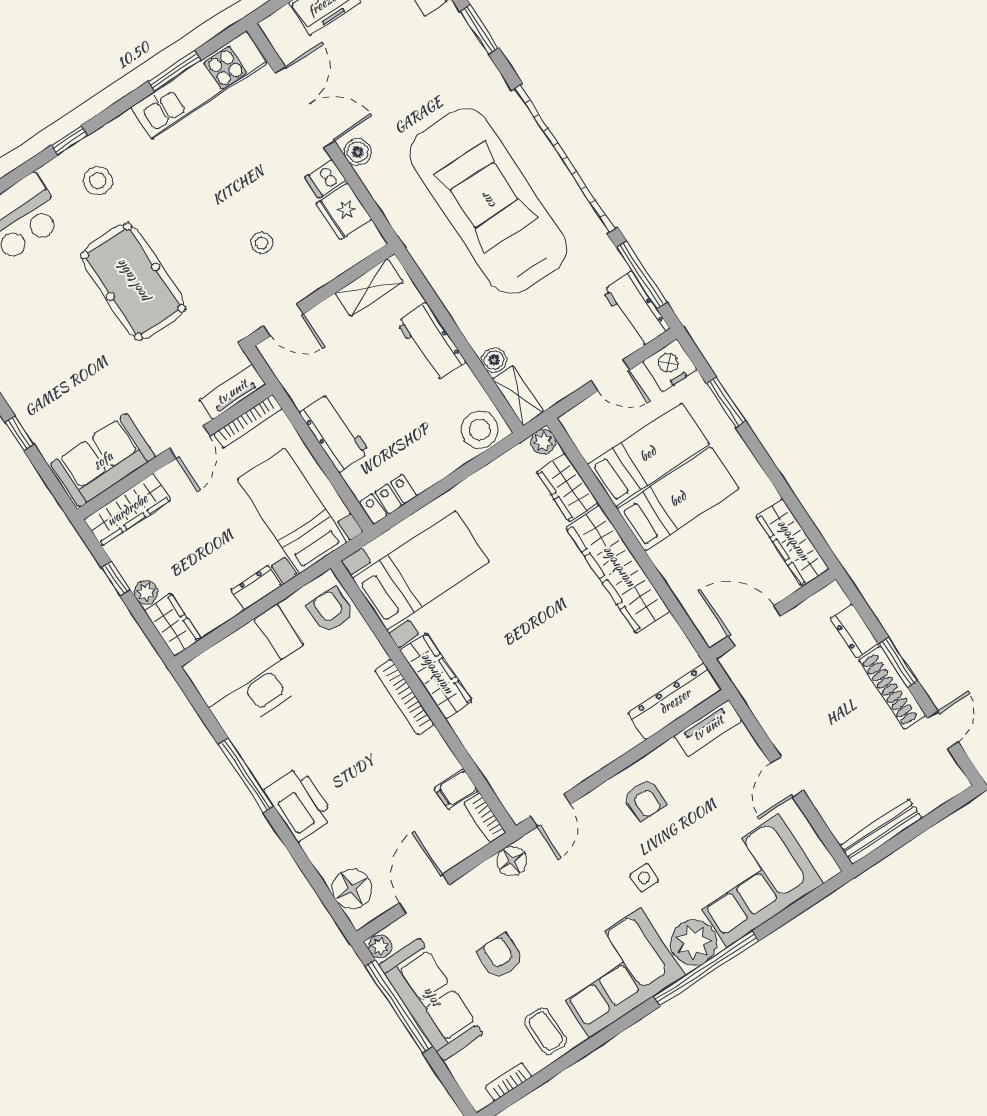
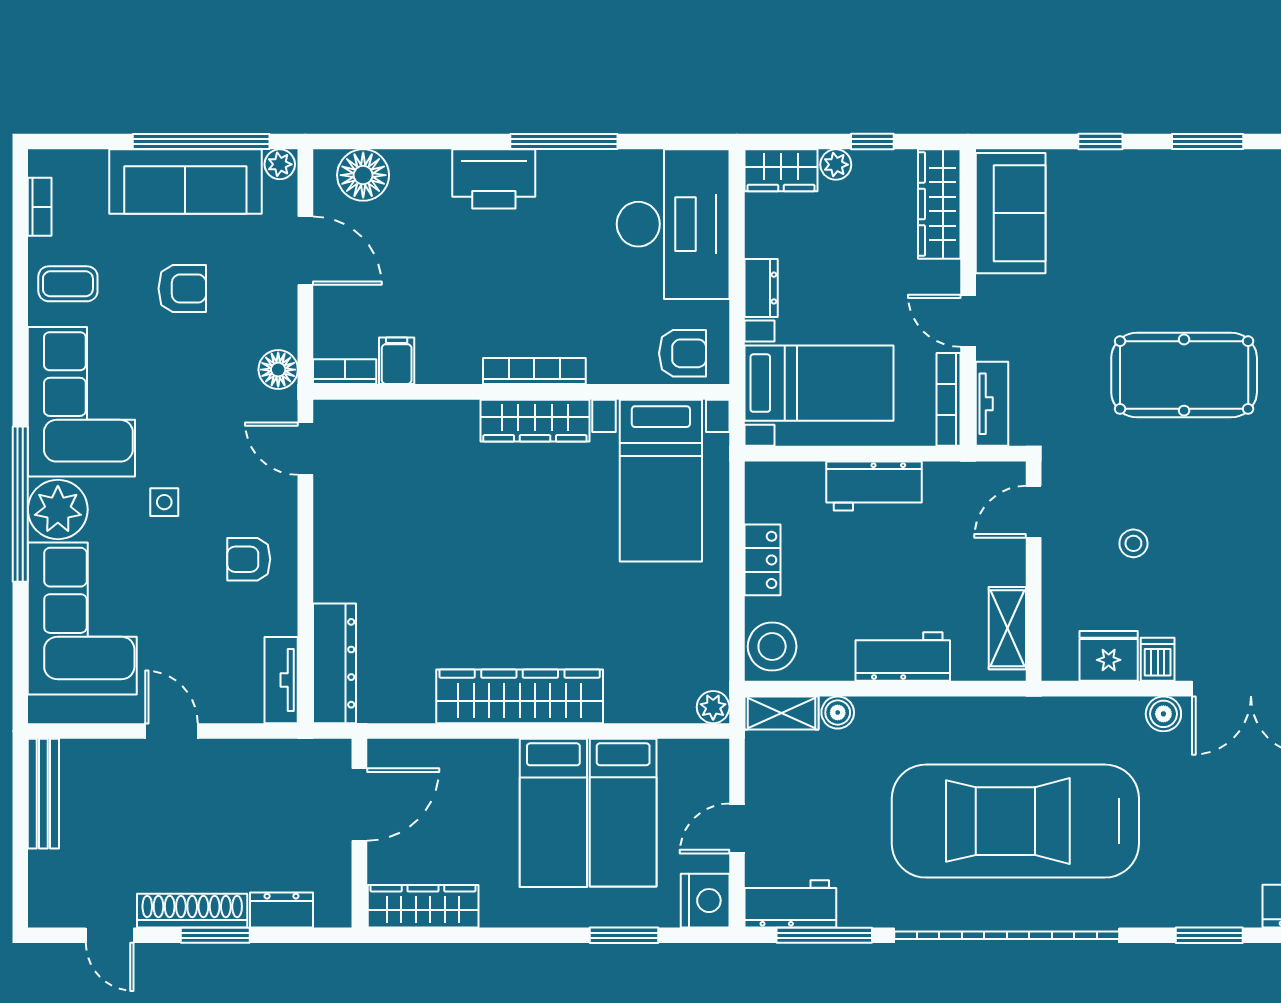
car: (488, 201) -> (1015, 821), turned 180
wardrobe: (567, 488) -> (646, 700), removed
locker: (388, 499) -> (763, 560), moved

